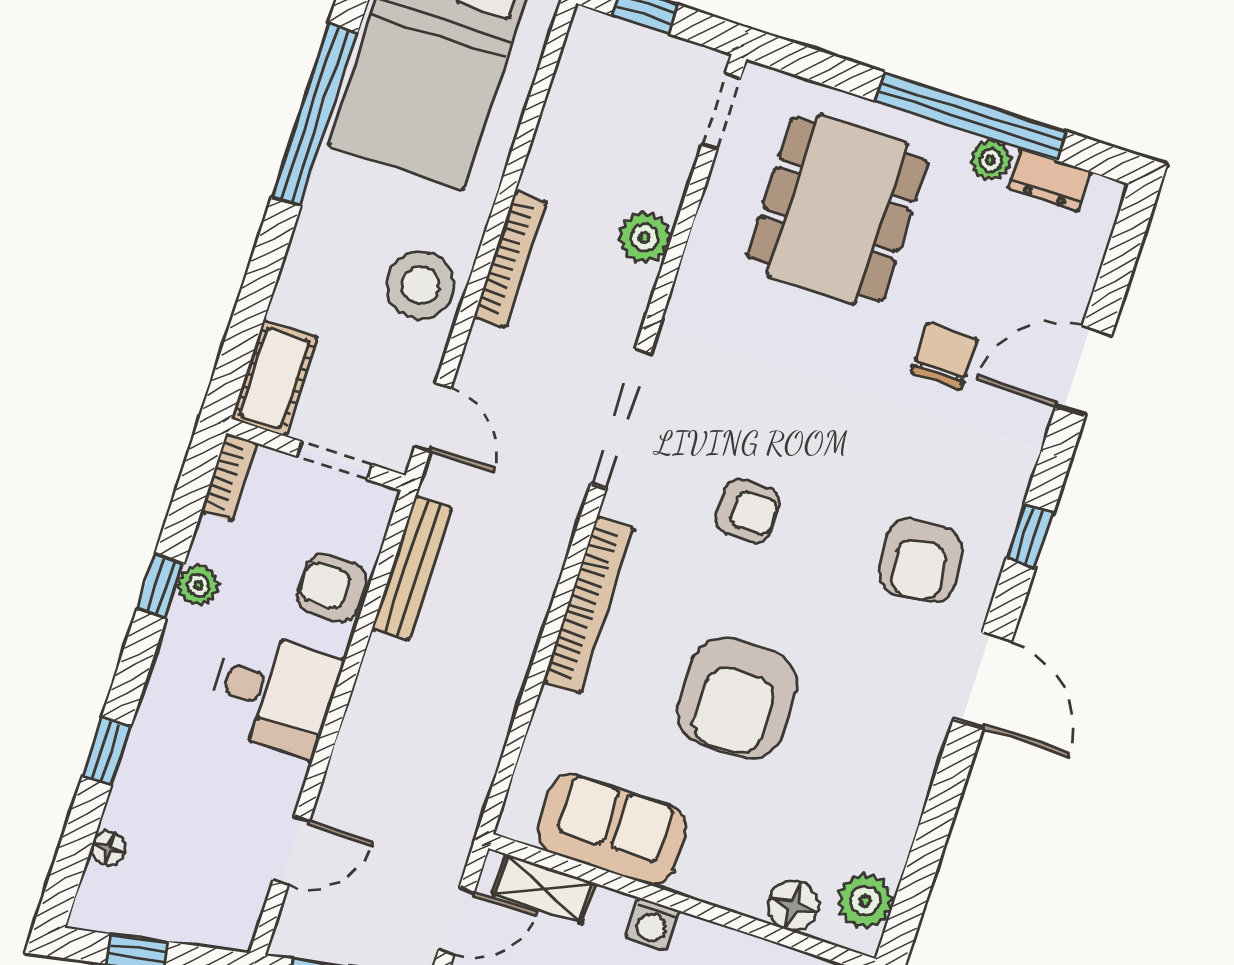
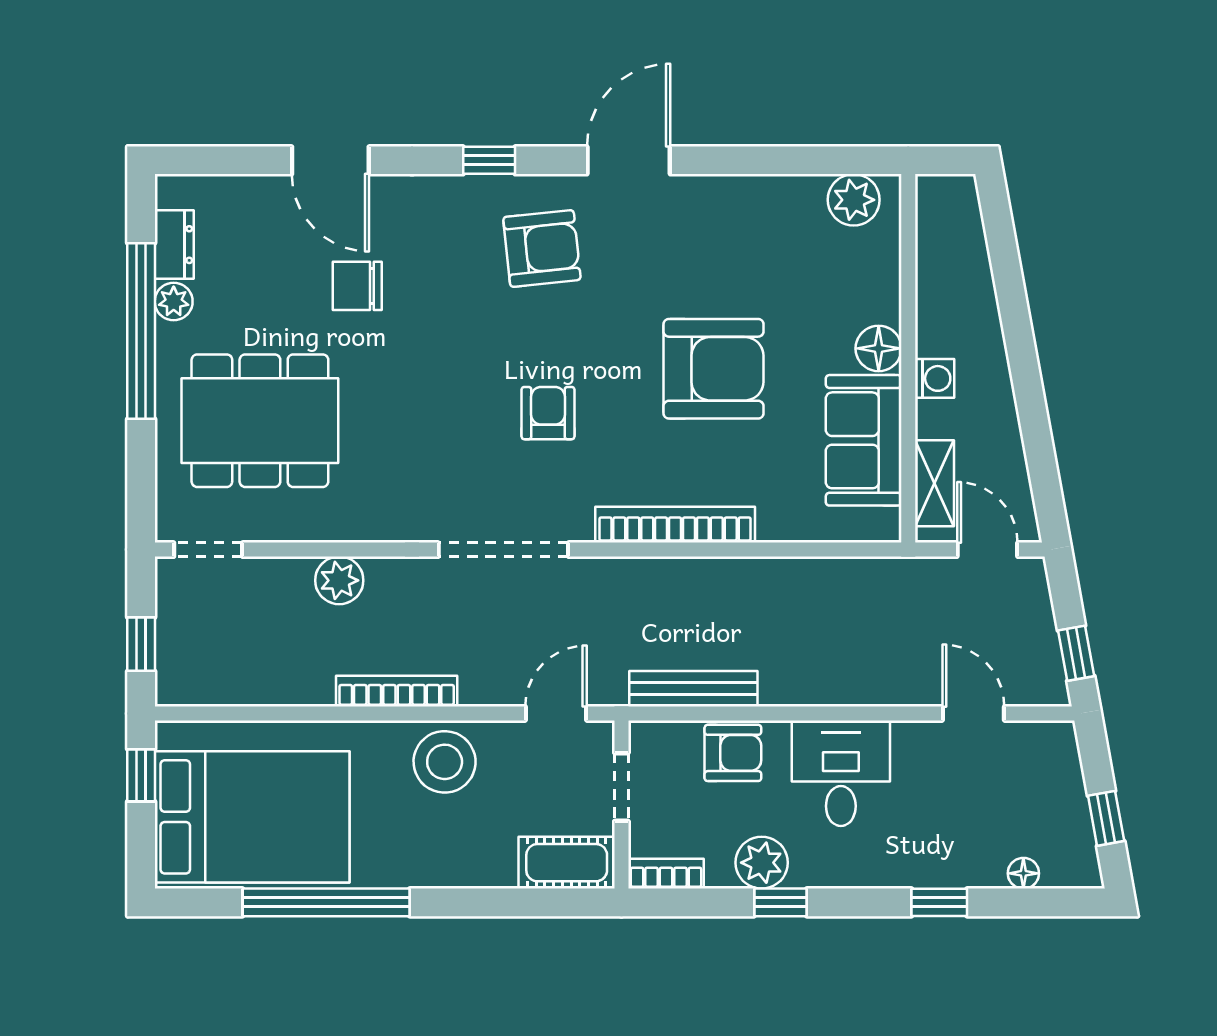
plant: (198, 585) -> (762, 863), width x1.38, depth x1.38
armchair: (332, 588) -> (733, 753), turned -90
floor lamp: (793, 906) -> (879, 348), moved

